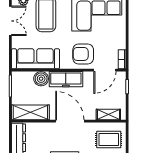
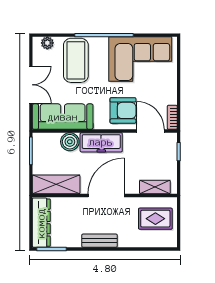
double door: (10, 21) -> (31, 85), moved
armchair: (83, 54) -> (123, 110), turned 180
door: (105, 70) -> (150, 131), swing flipped
door: (70, 121) -> (106, 195), hinge flipped

